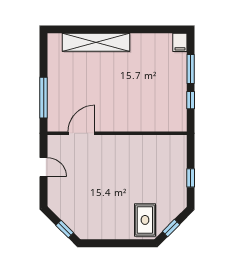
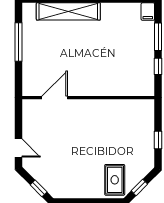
window: (44, 98) -> (18, 42), moved
door: (44, 167) -> (18, 148), moved

